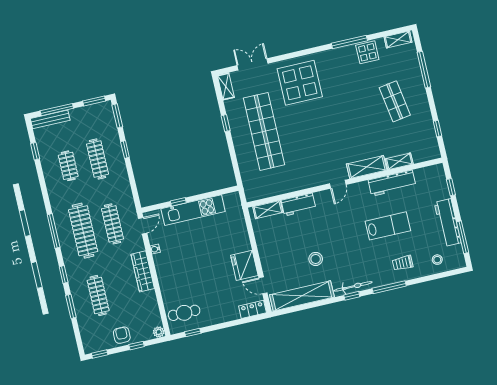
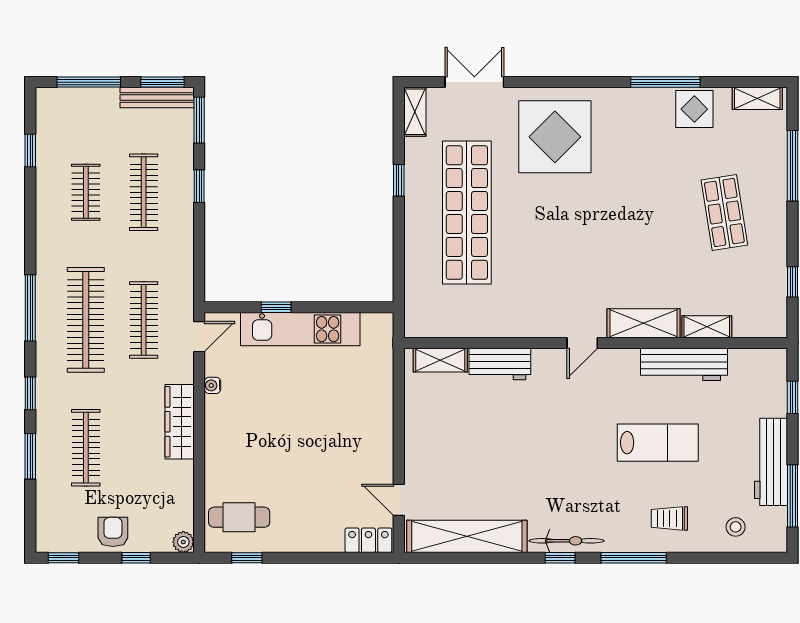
bench: (50, 119) -> (157, 97), moved
stool: (316, 259) -> (508, 473), removed
fridge: (244, 265) -> (372, 455), removed

